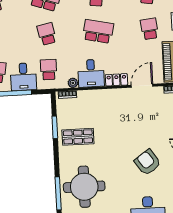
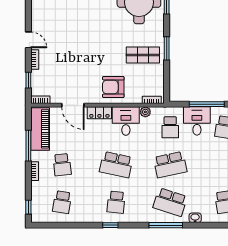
school desk: (47, 34) -> (170, 165), width x1.85
door: (142, 86) -> (73, 105), hinge flipped
window: (55, 127) -> (167, 48), moved
armchair: (147, 162) -> (113, 87), moved, turned 125

